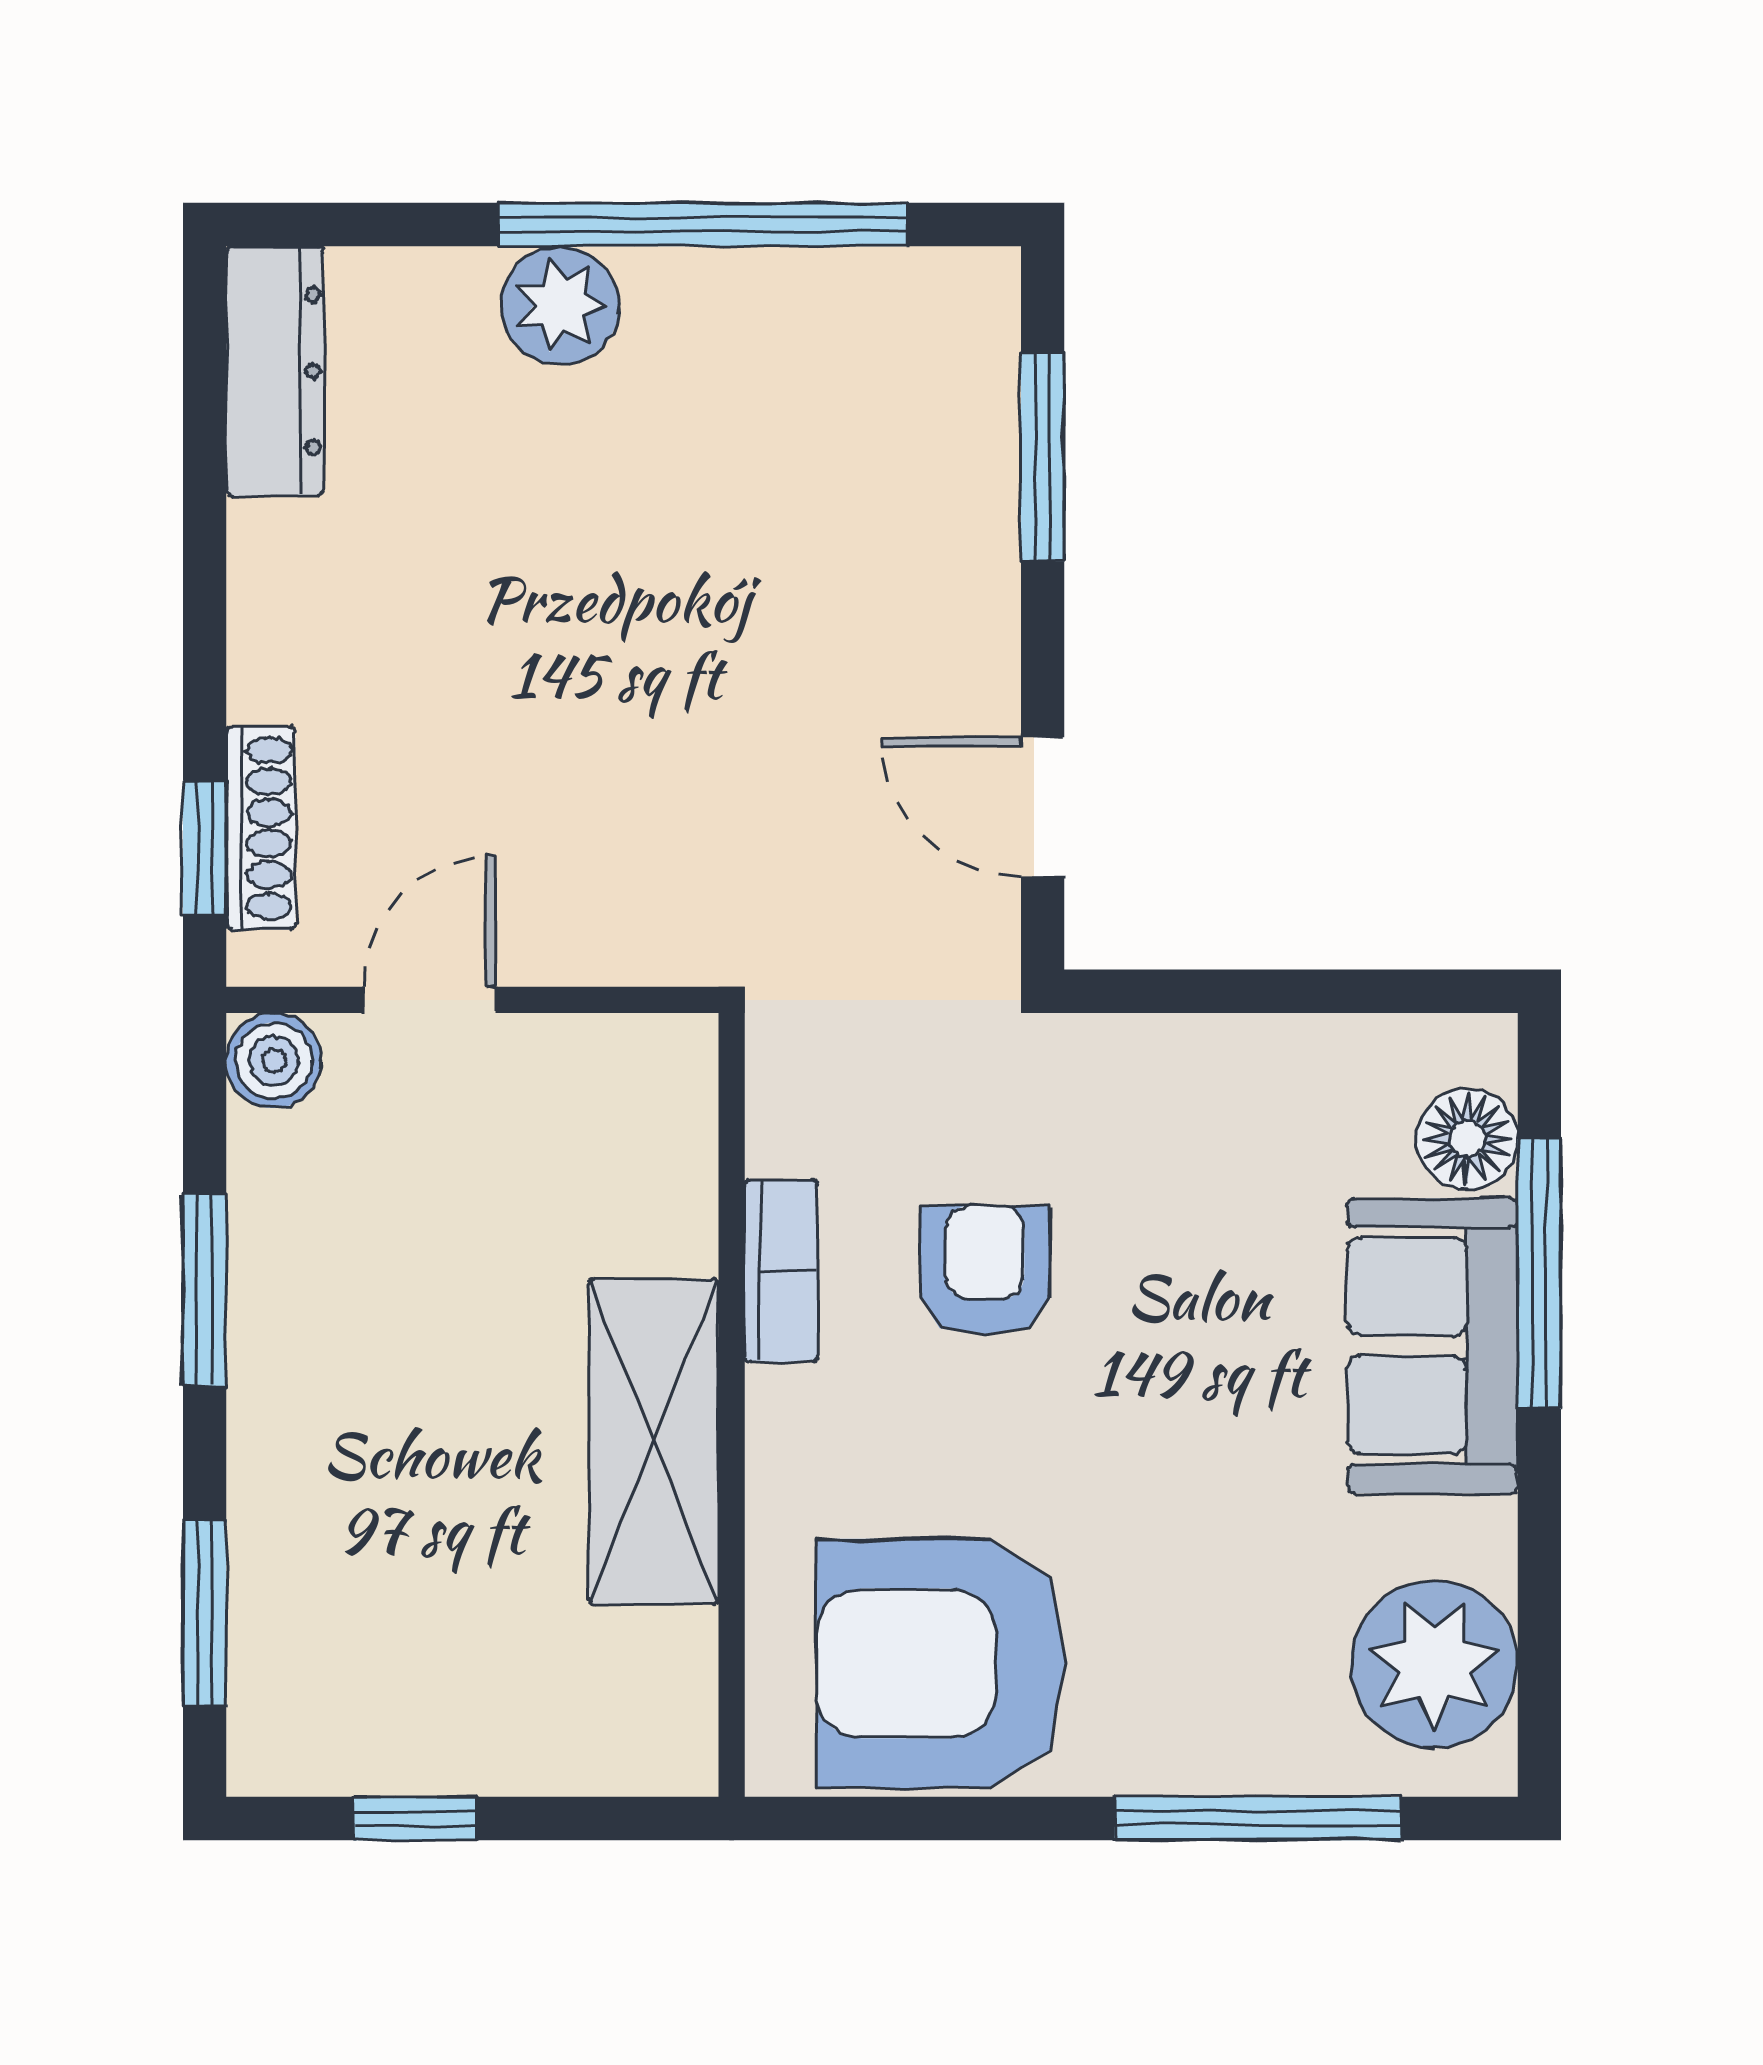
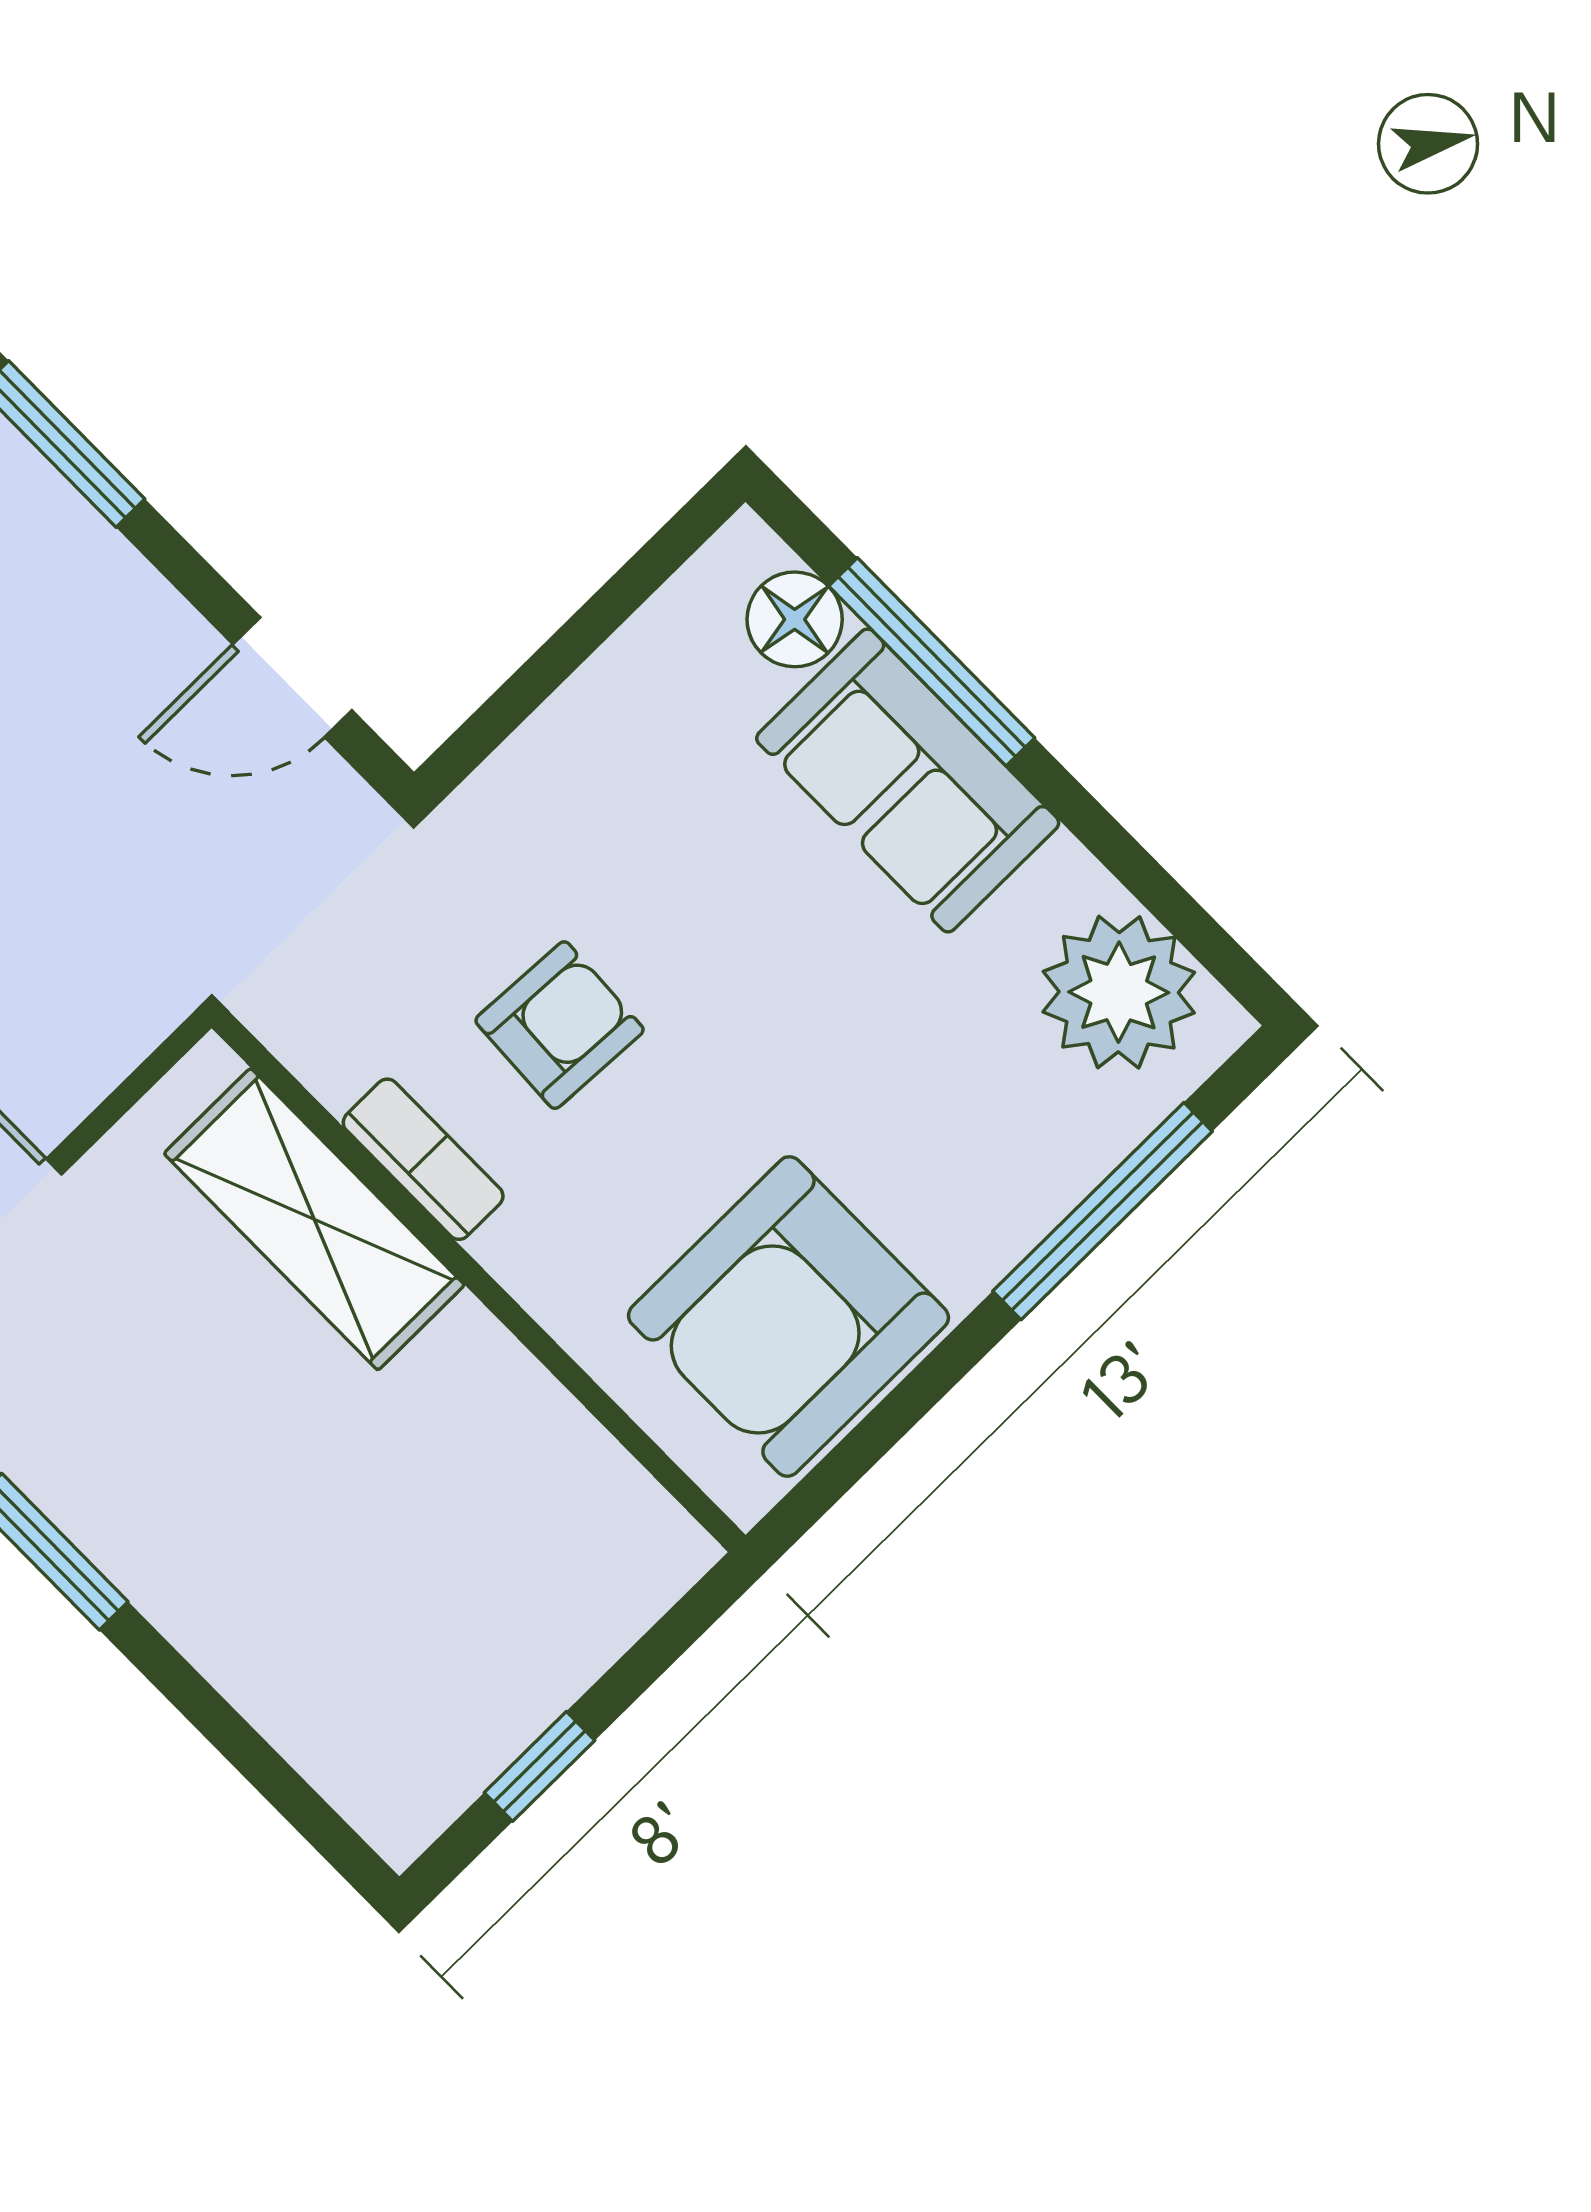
armchair: (985, 1271) -> (559, 1025), turned 93
shelving: (654, 1441) -> (314, 1219), moved
window: (205, 1613) -> (263, 1768), removed

